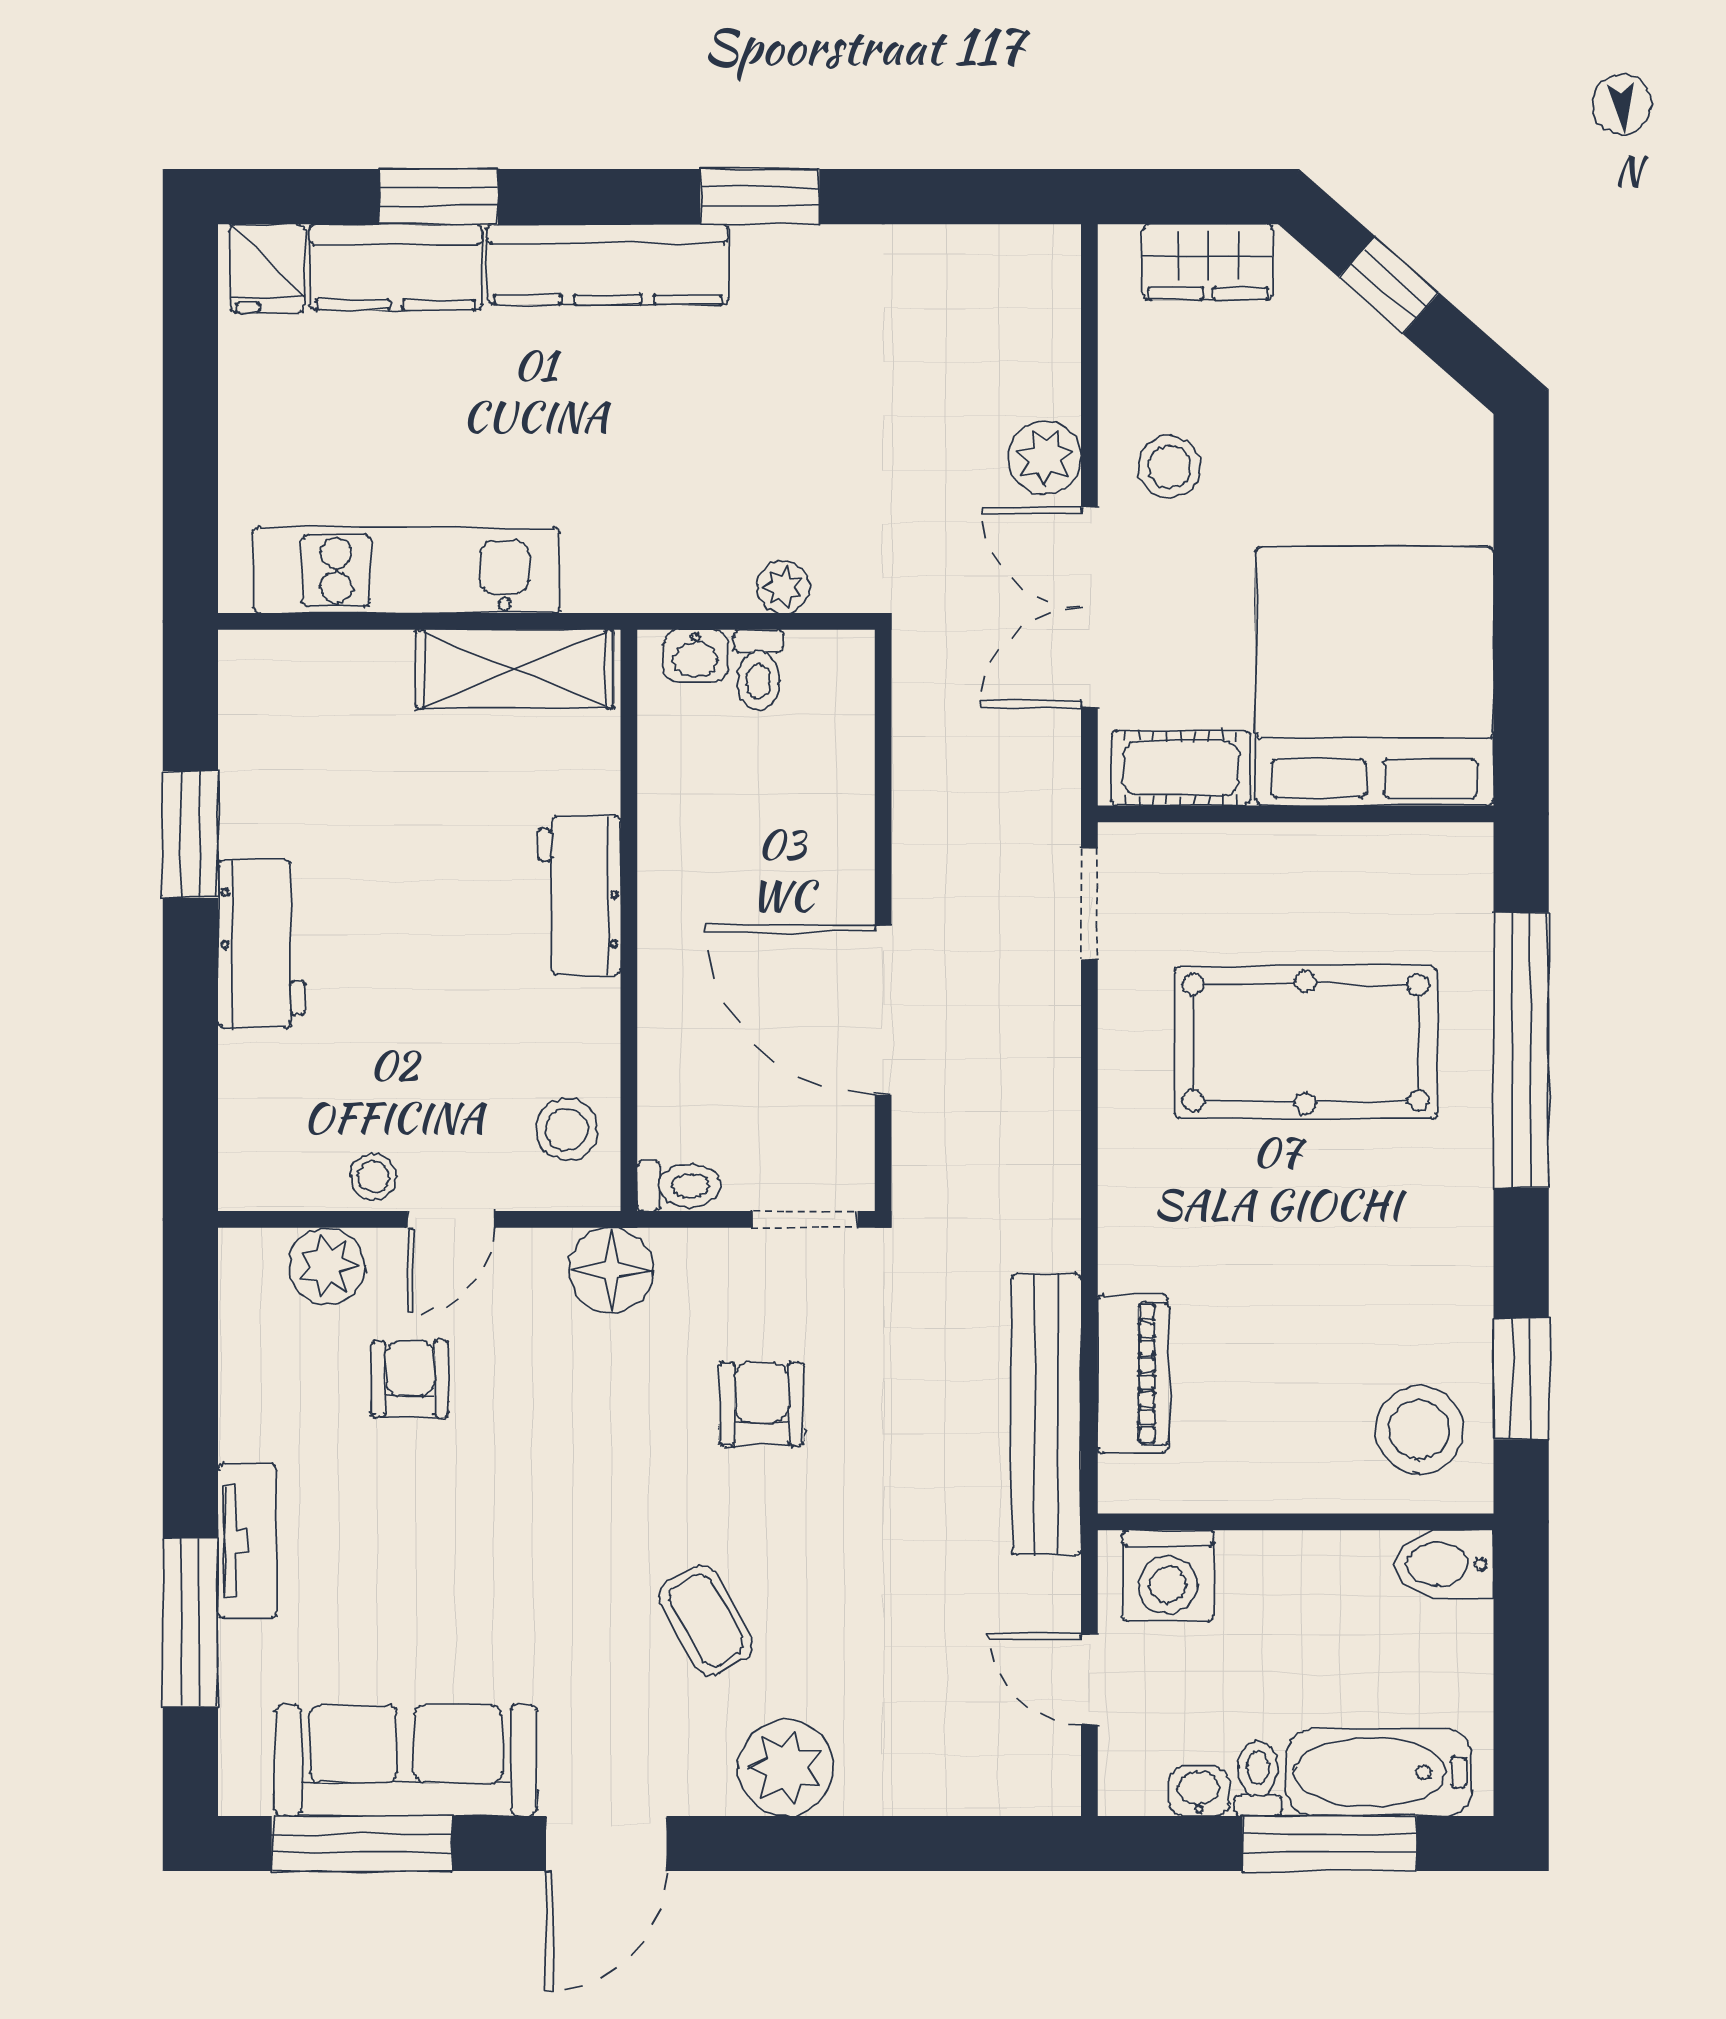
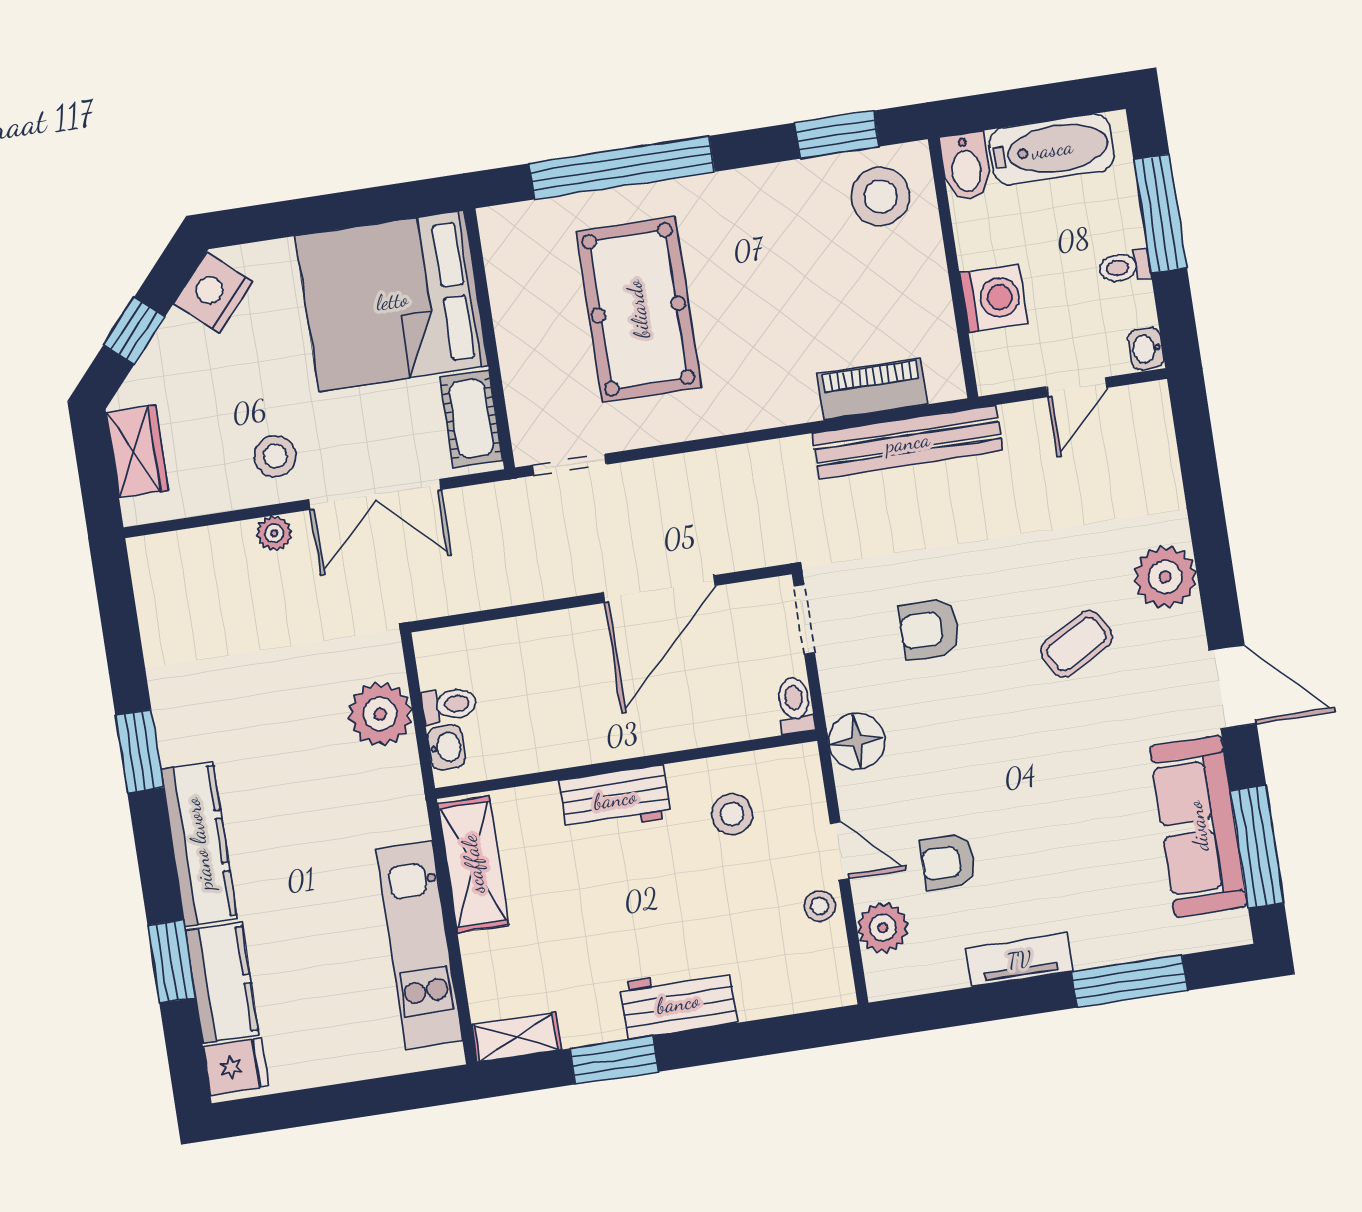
nightstand: (1428, 412) -> (213, 292), added
plant: (1045, 458) -> (274, 533), width x0.73, depth x0.73
plant: (783, 587) -> (380, 714), width x1.87, depth x1.87
shelving: (247, 694) -> (516, 1037), added
stool: (566, 1129) -> (732, 814), moved
tv unit: (247, 1541) -> (1019, 960), moved
washing machine: (1168, 1576) -> (994, 298), moved
bathtub: (1379, 1772) -> (1052, 149), moved, turned -90
washbasin: (1199, 1791) -> (1146, 349), moved

